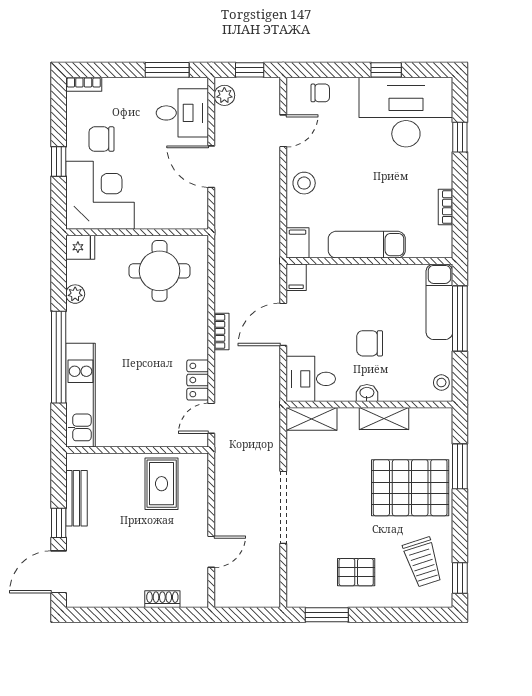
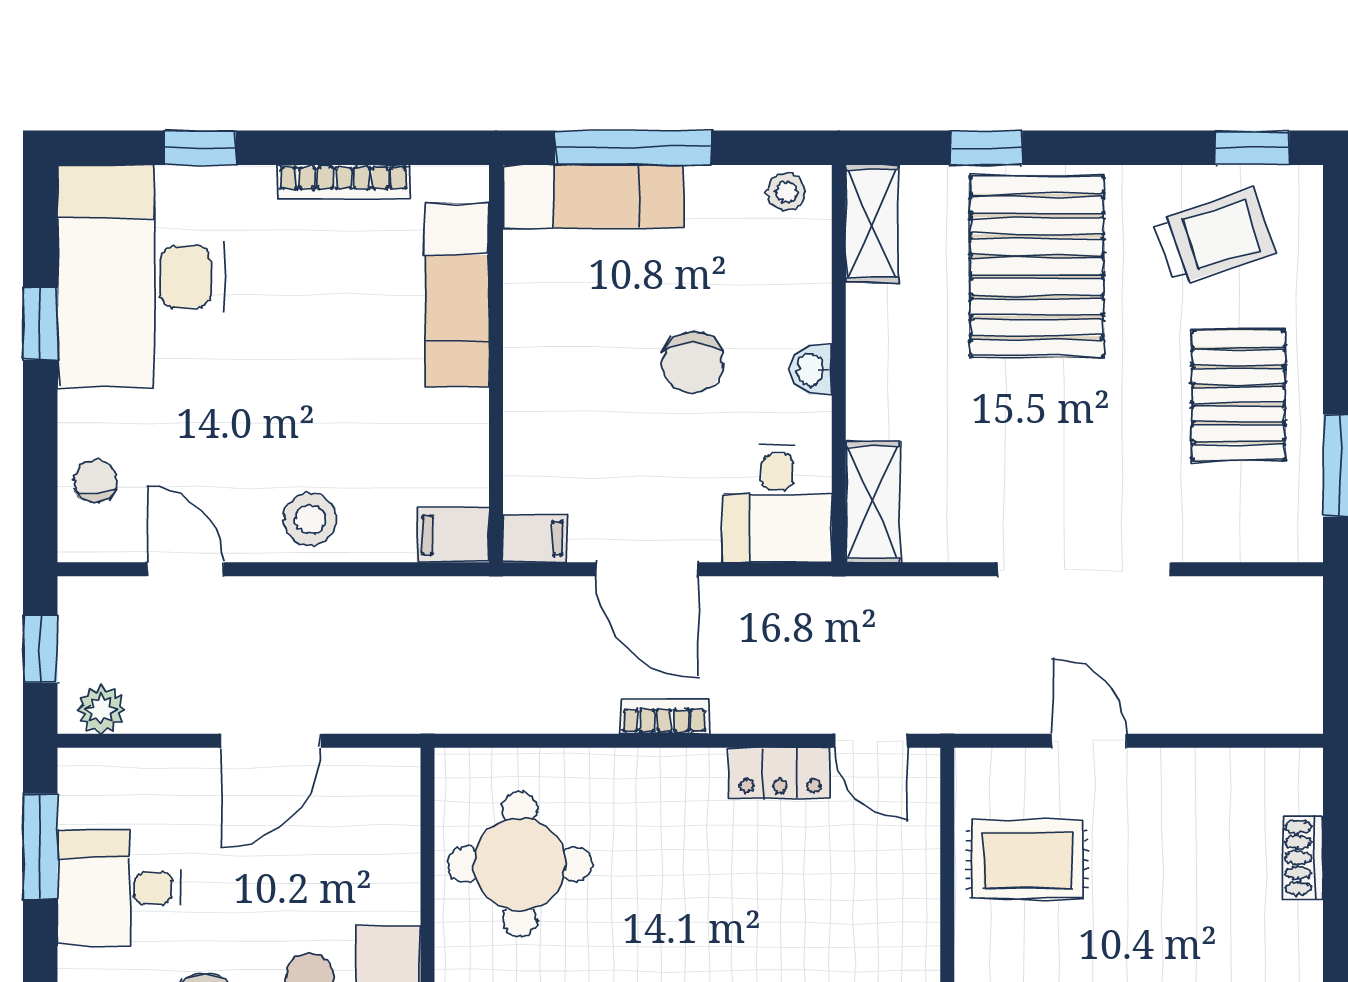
desk: (182, 113) -> (120, 888), moved, turned -90
bookcase: (446, 207) -> (343, 182), width x1.56
exam couch: (367, 245) -> (457, 295), moved
shelving: (384, 419) -> (872, 224), moved
window: (460, 466) -> (986, 148), width x0.67
door: (211, 552) -> (1089, 741), moved
pallet: (356, 572) -> (1238, 395), width x1.50, depth x1.42

